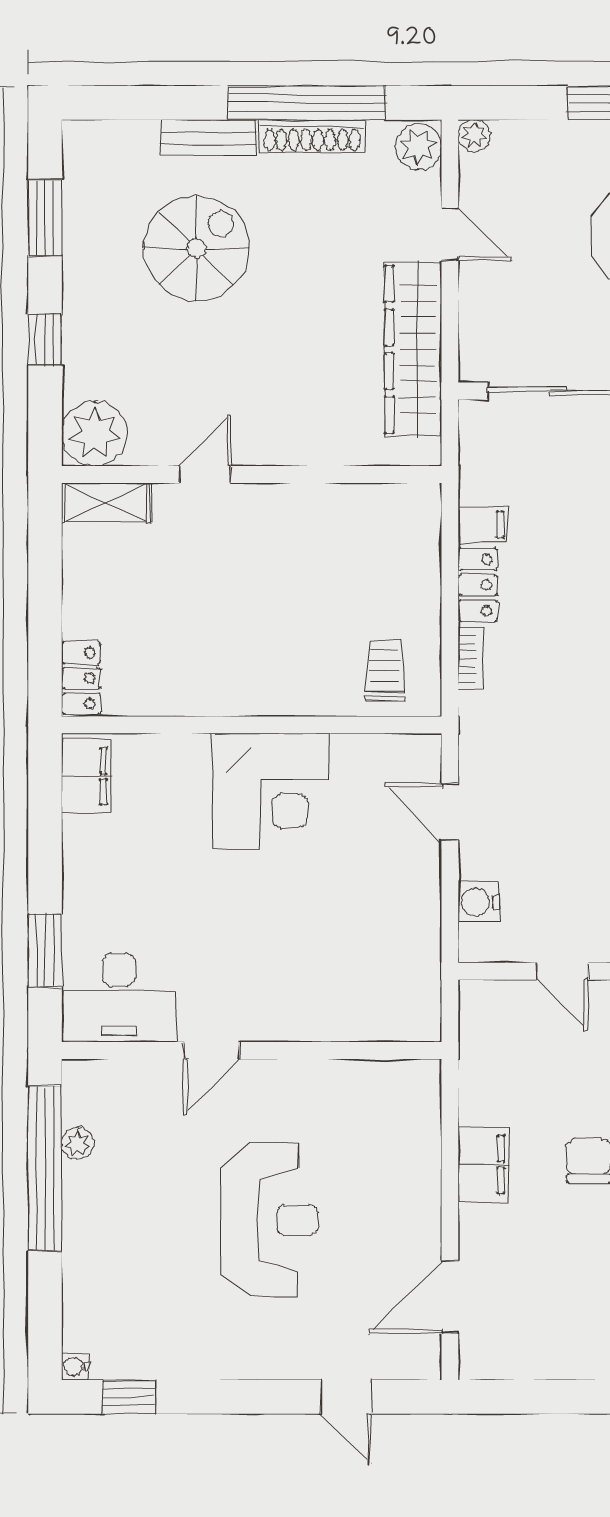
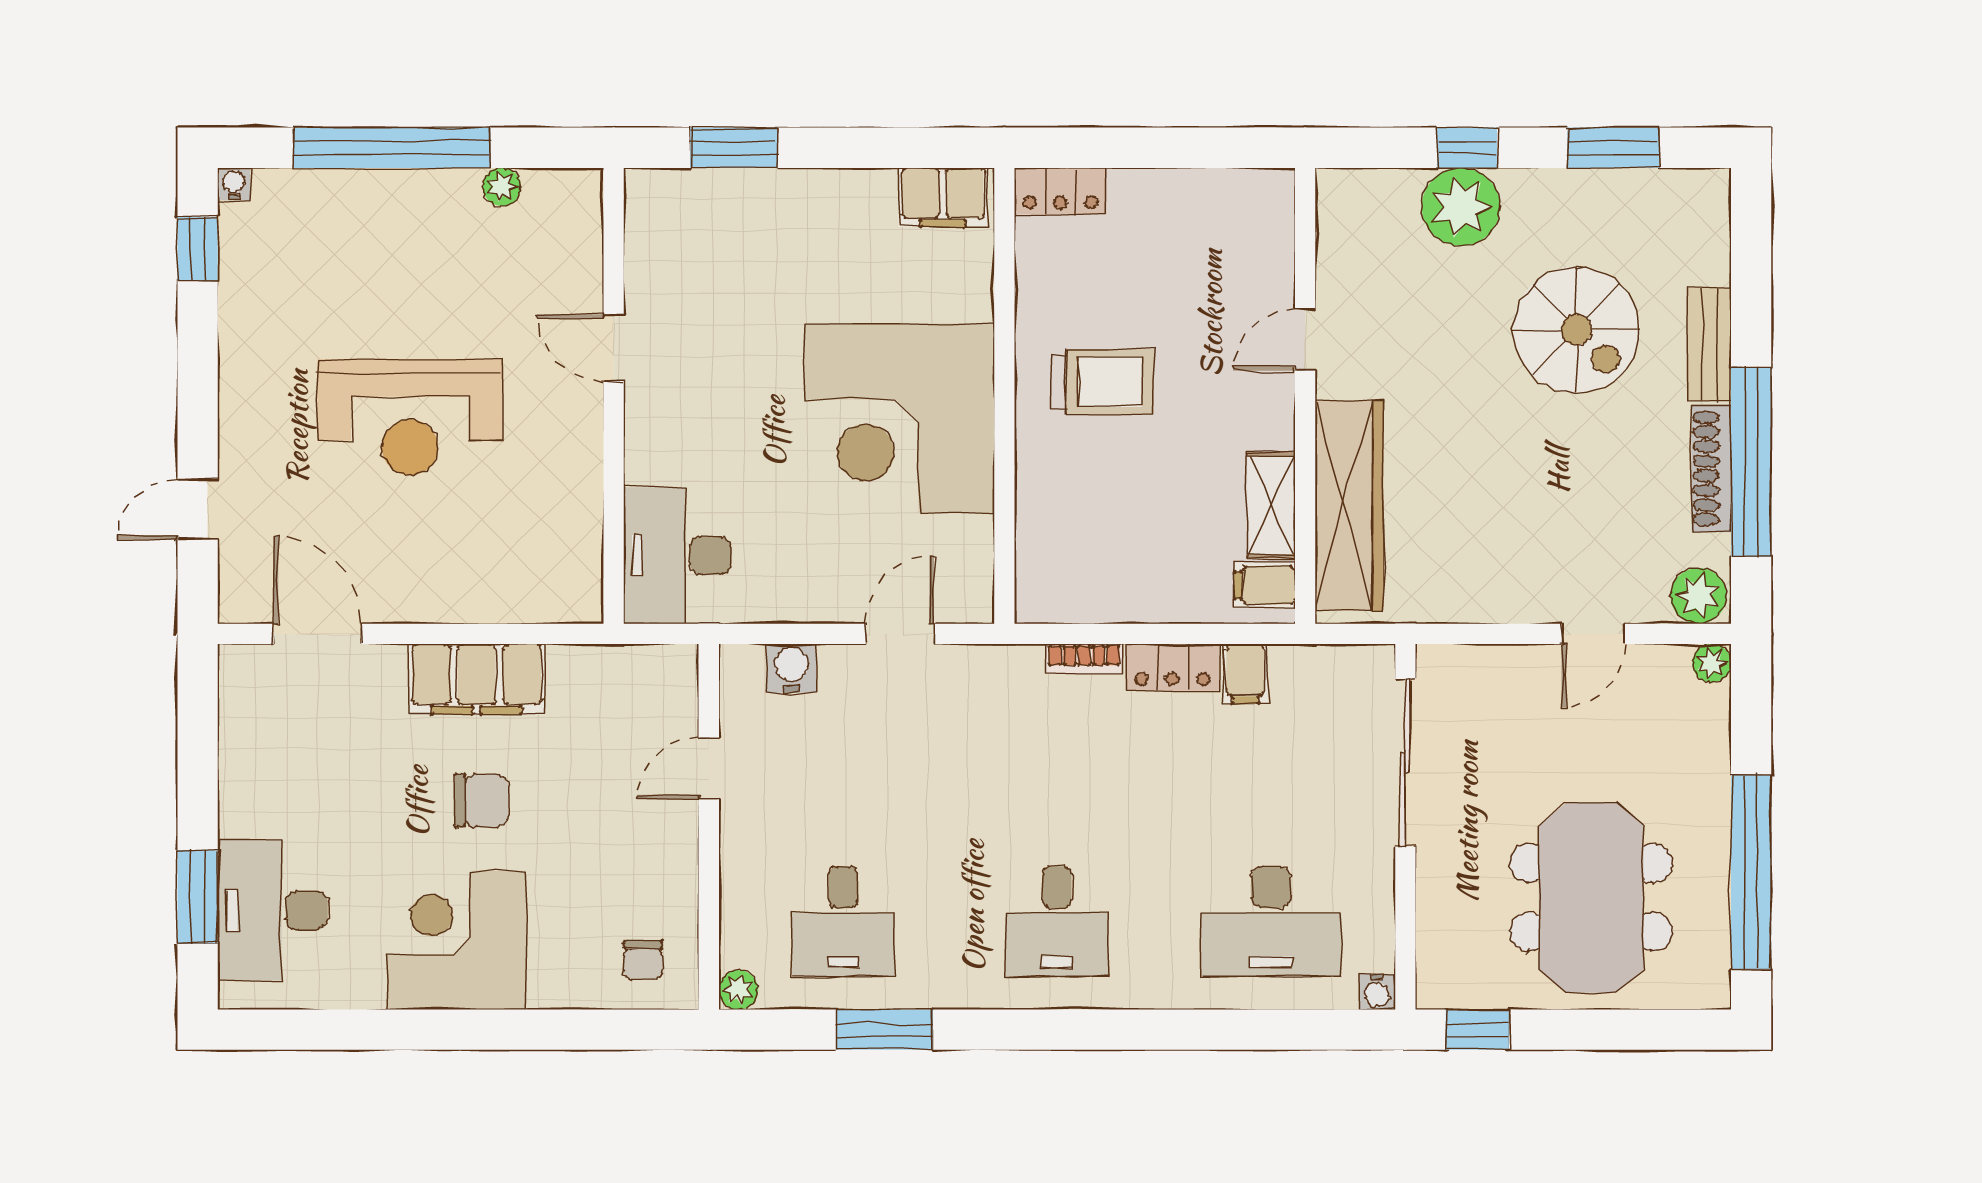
wardrobe: (413, 349) -> (1349, 506), moved, turned 90
plant: (94, 434) -> (1461, 207), moved
door: (205, 474) -> (1305, 340), swing flipped
shelving: (106, 503) -> (1271, 505), moved
filing cabinet: (409, 508) -> (1265, 585), added
trolley: (385, 670) -> (1103, 382), moved, width x1.36, depth x1.39
corner desk: (270, 791) -> (900, 418), width x1.36, depth x1.36
desk: (119, 997) -> (677, 556), moved
filing cabinet: (483, 1165) -> (477, 679), width x1.50, depth x1.17
window: (45, 1168) -> (392, 148), moved

